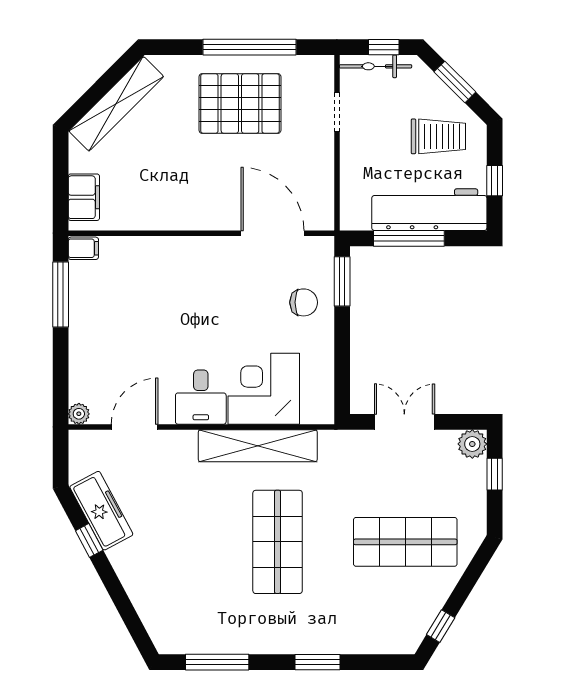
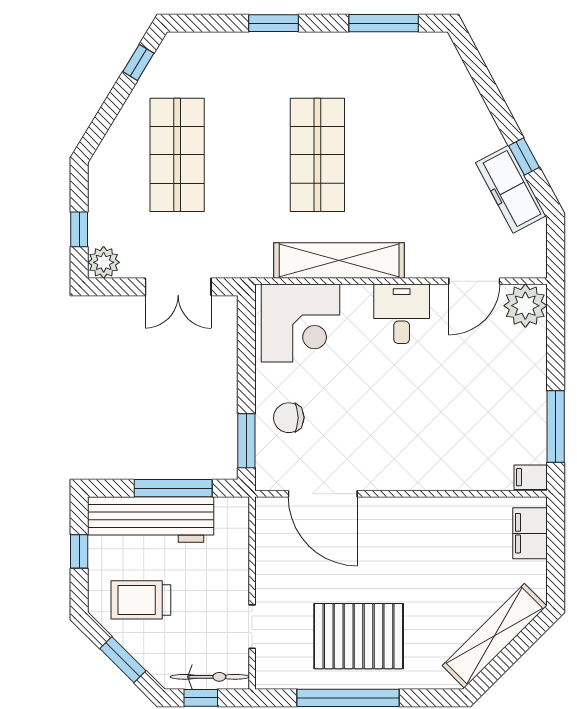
corner desk: (264, 389) -> (300, 323), moved
plant: (79, 414) -> (525, 306), width x1.88, depth x1.88
shop shelf: (405, 542) -> (177, 155), turned 90

